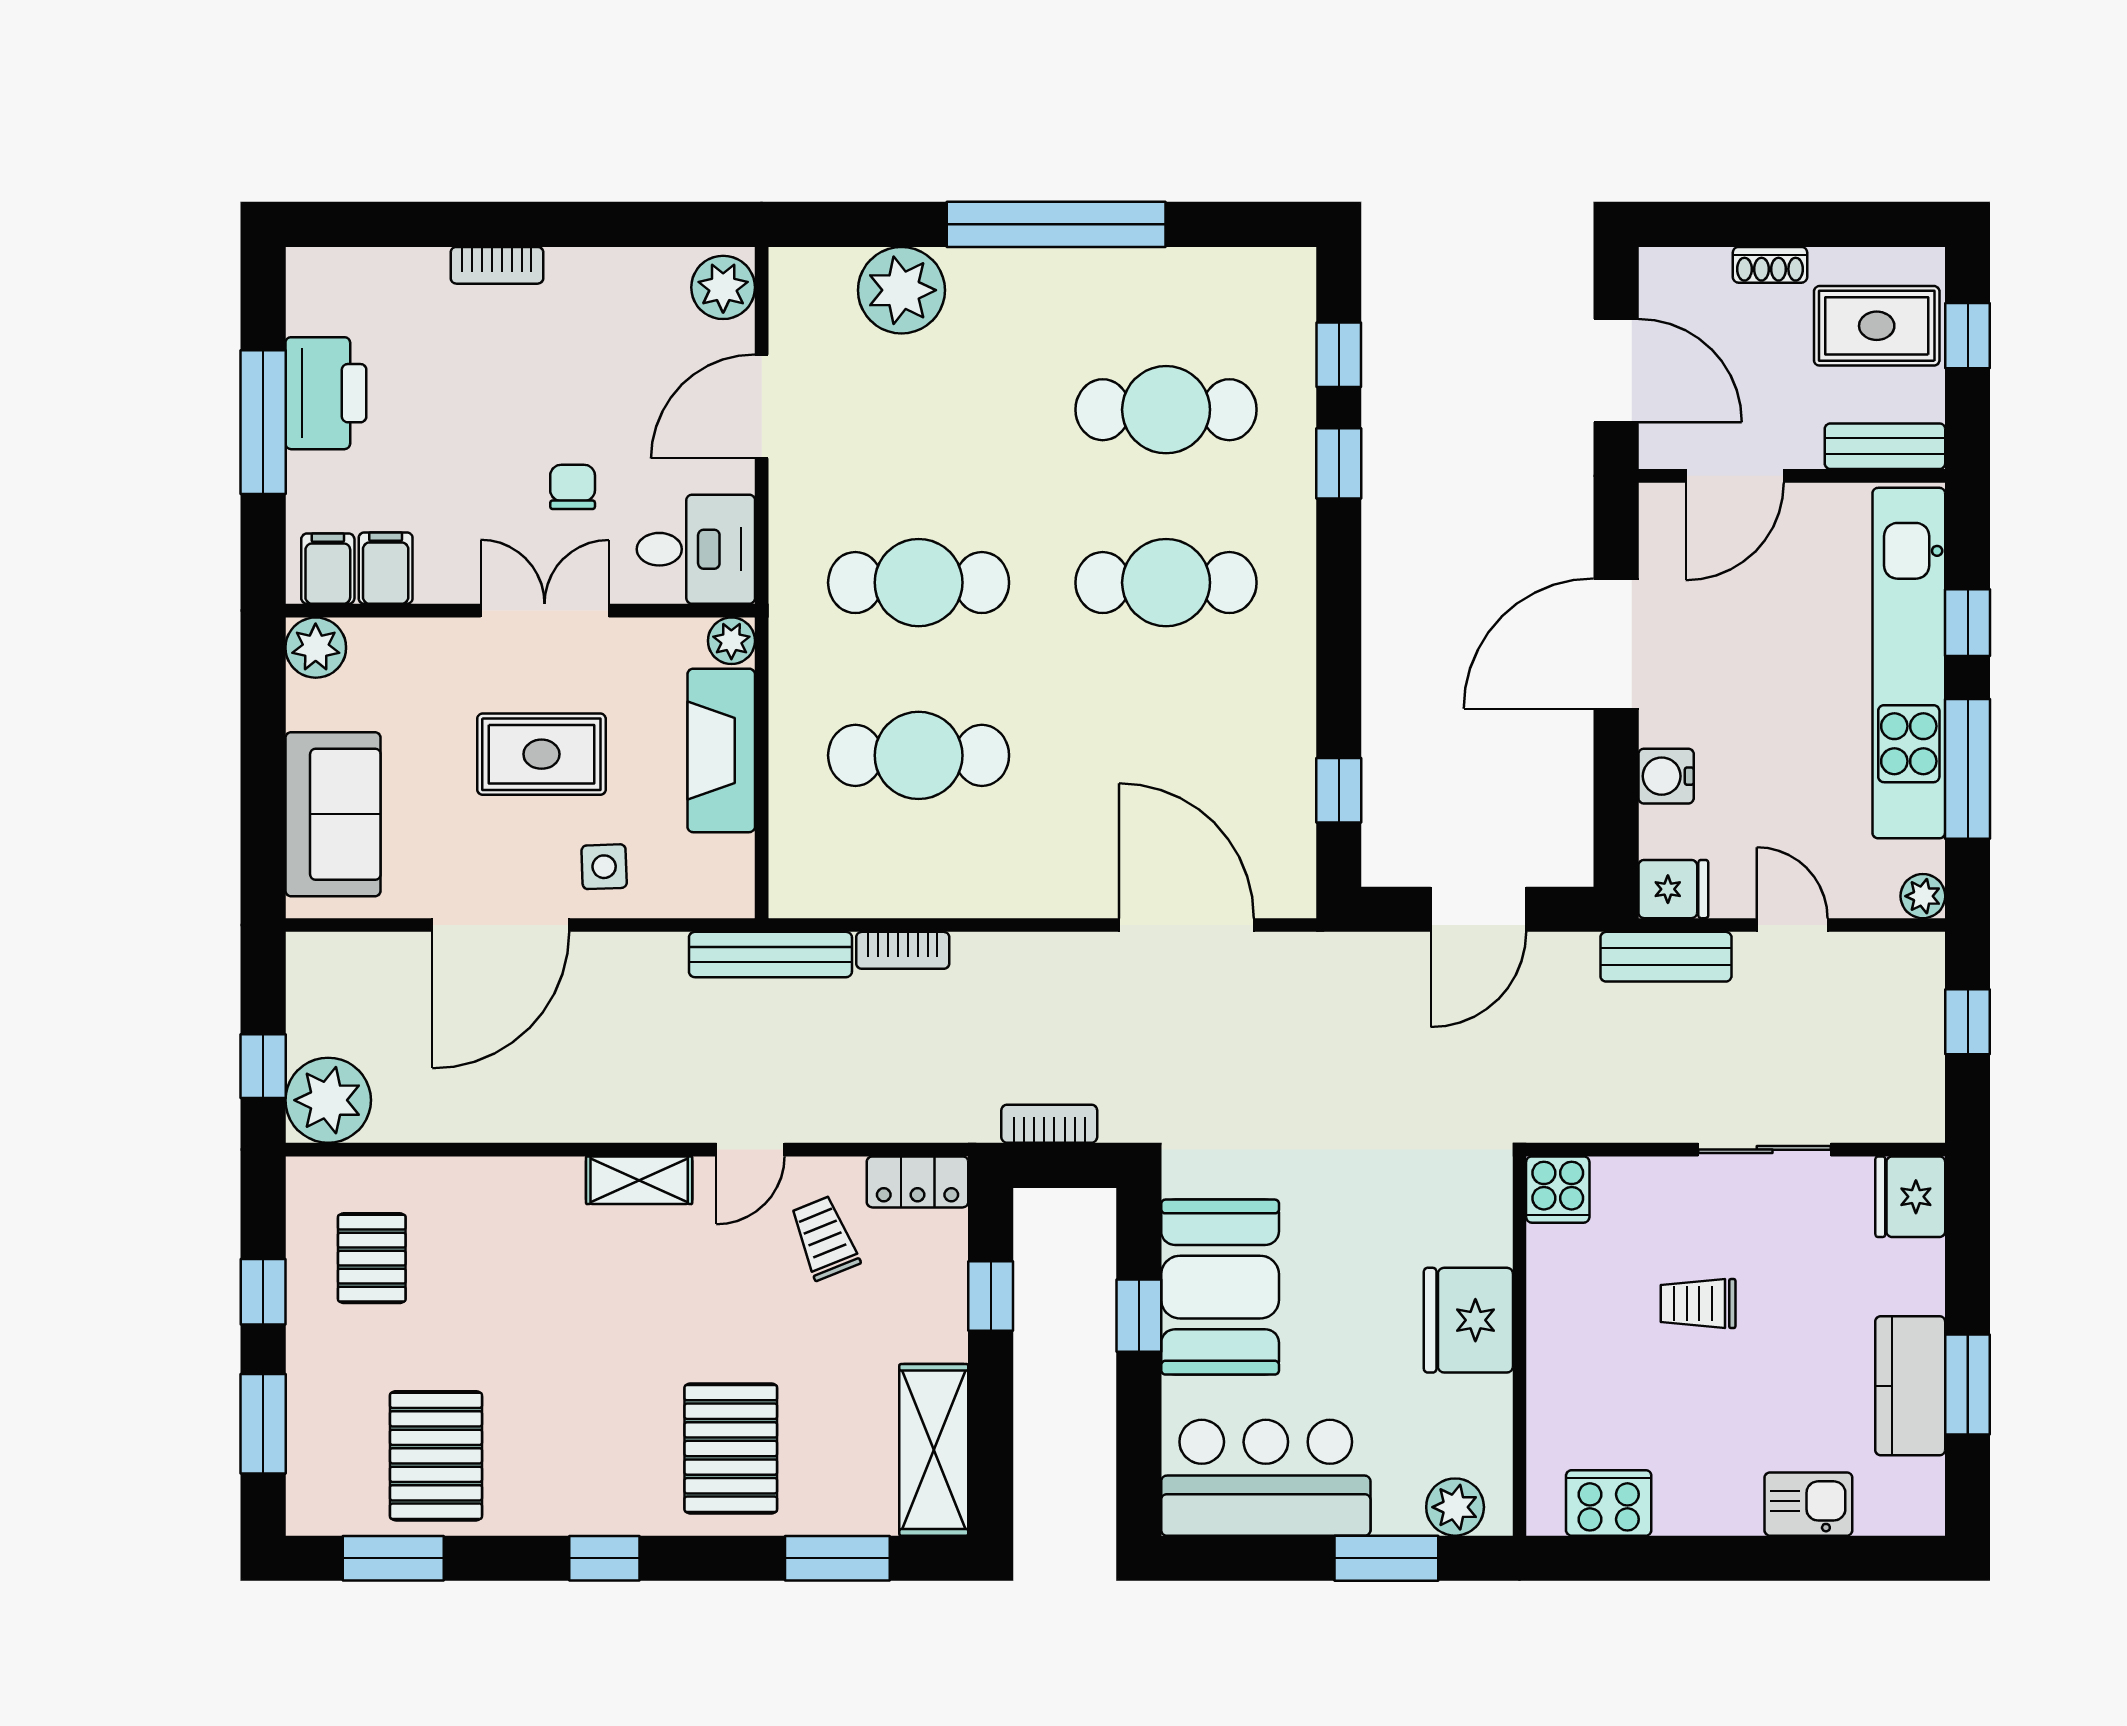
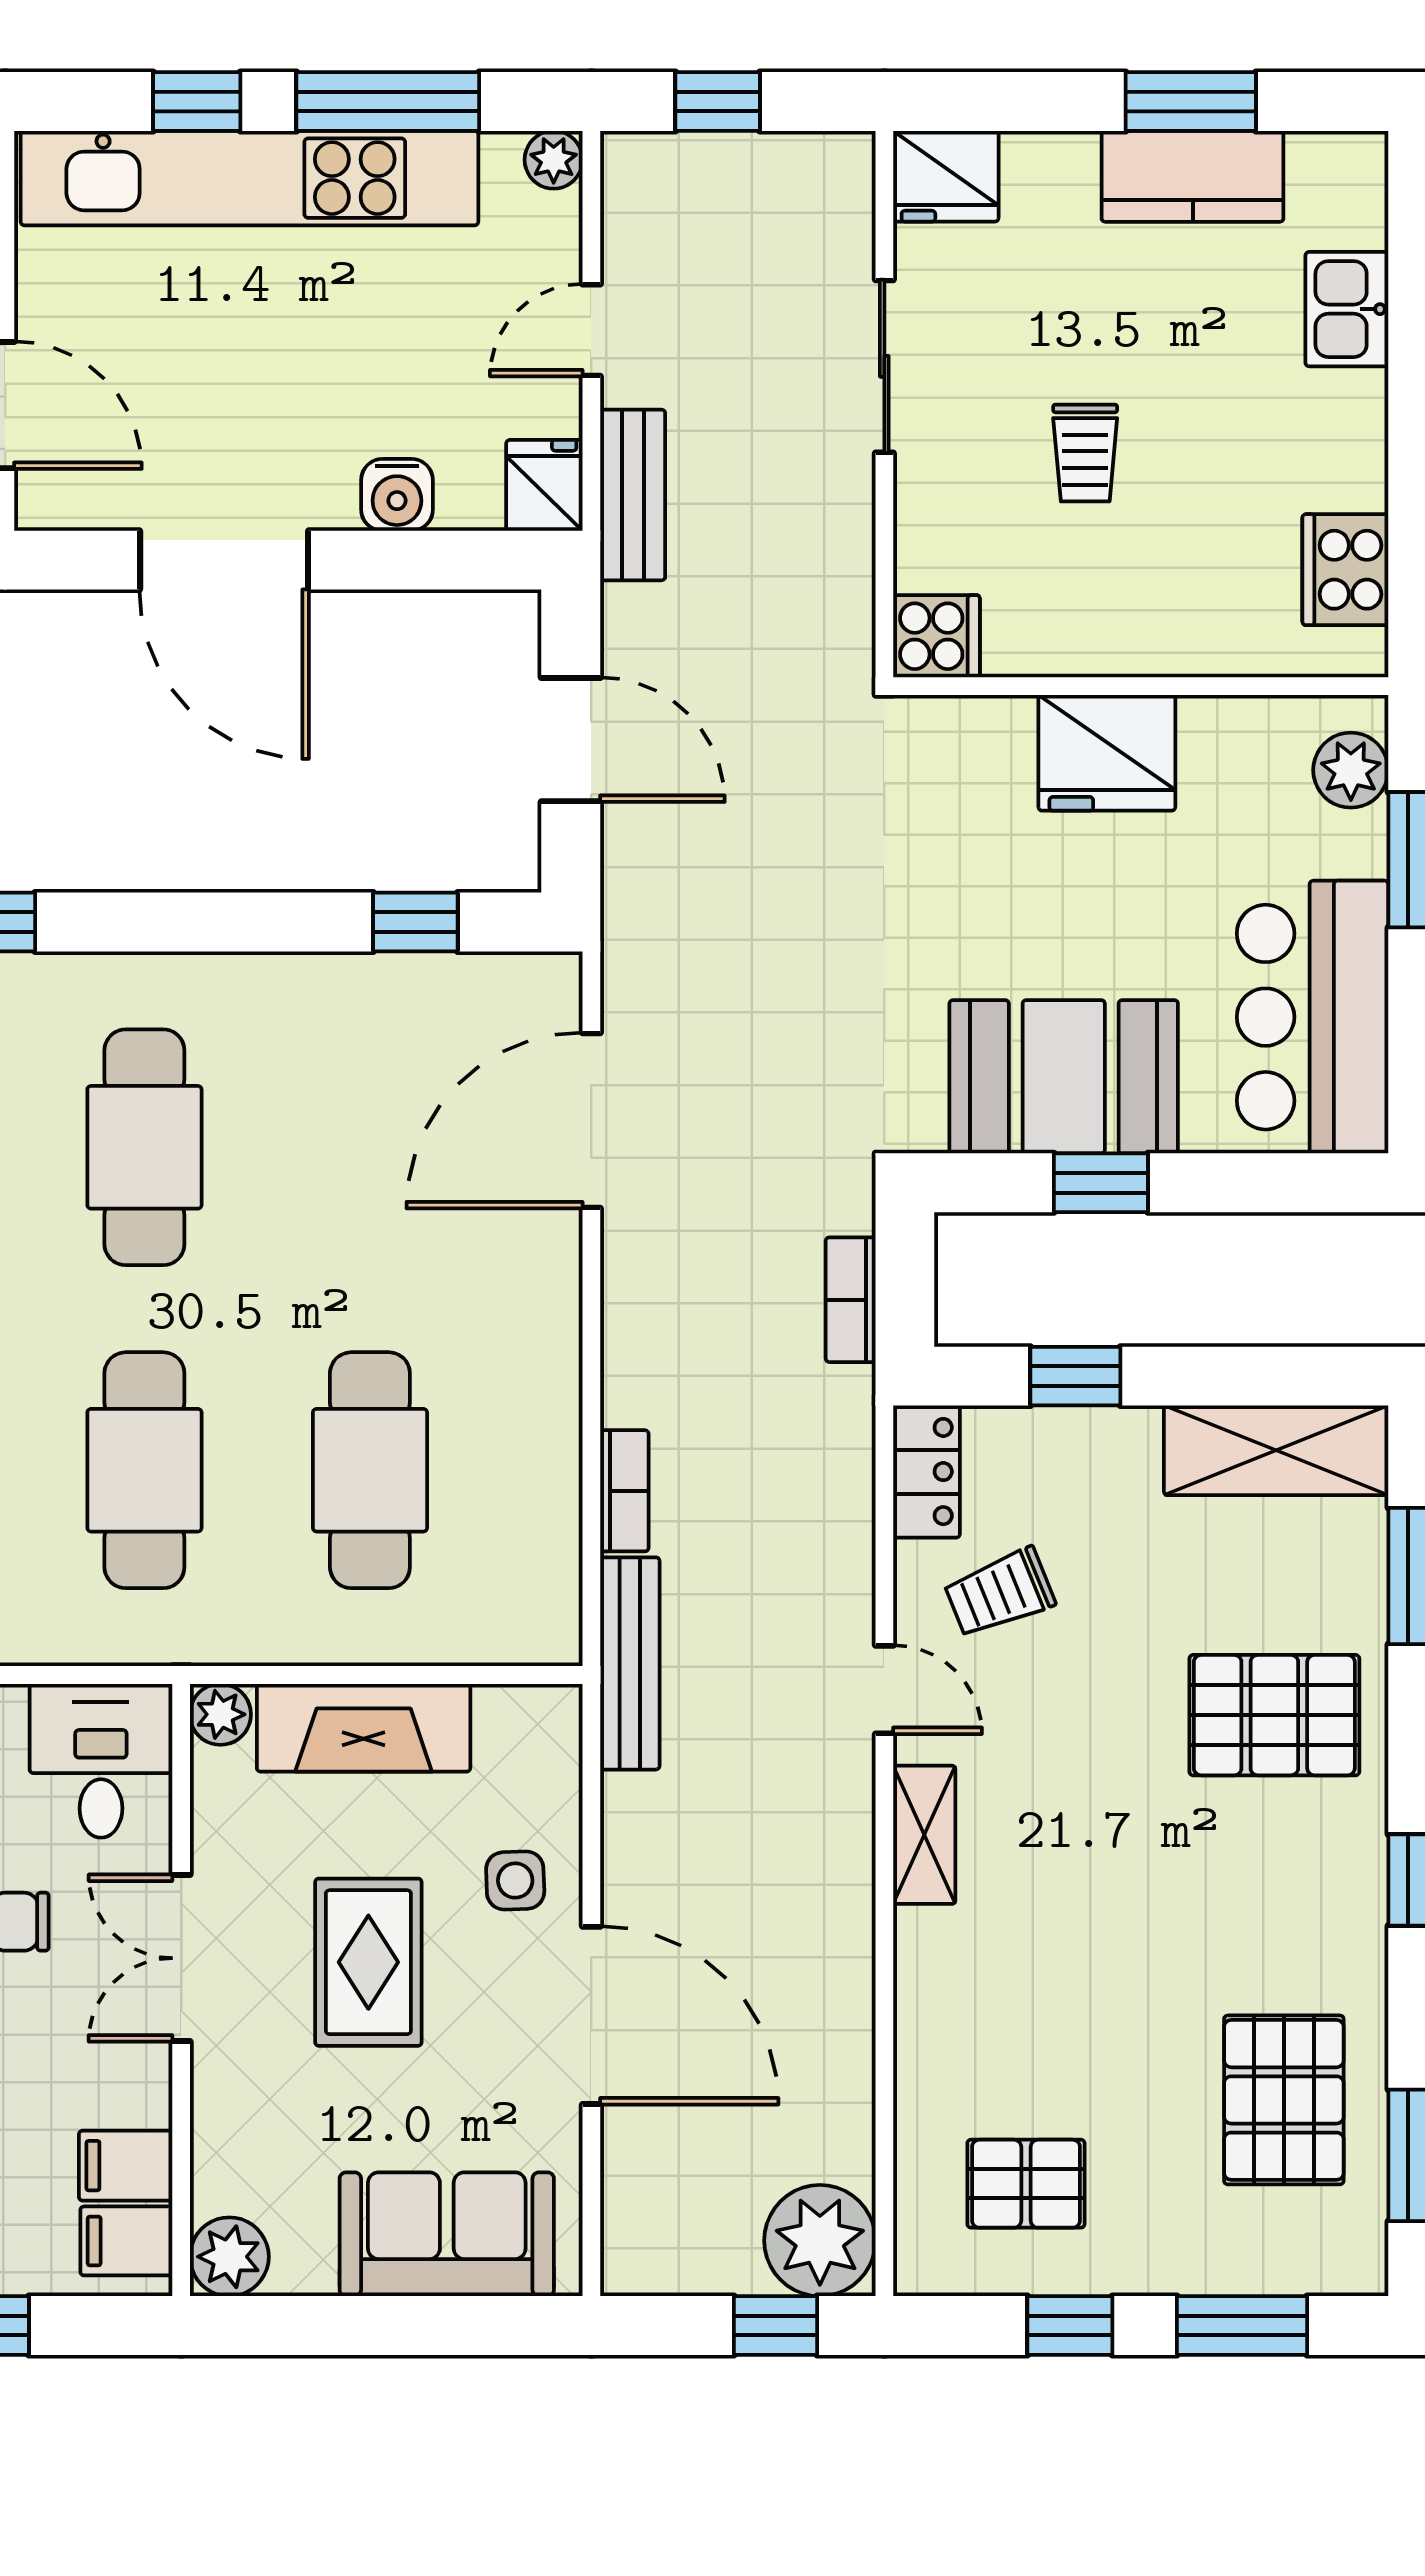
pallet: (436, 1456) -> (1284, 2100), turned 90

